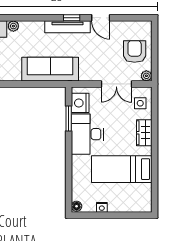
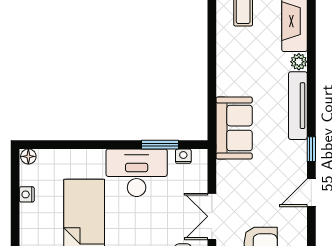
tv unit: (68, 27) -> (298, 106), moved
sofa: (50, 69) -> (234, 128), width x0.73
nightstand: (80, 103) -> (183, 156), width x0.53, depth x0.56

